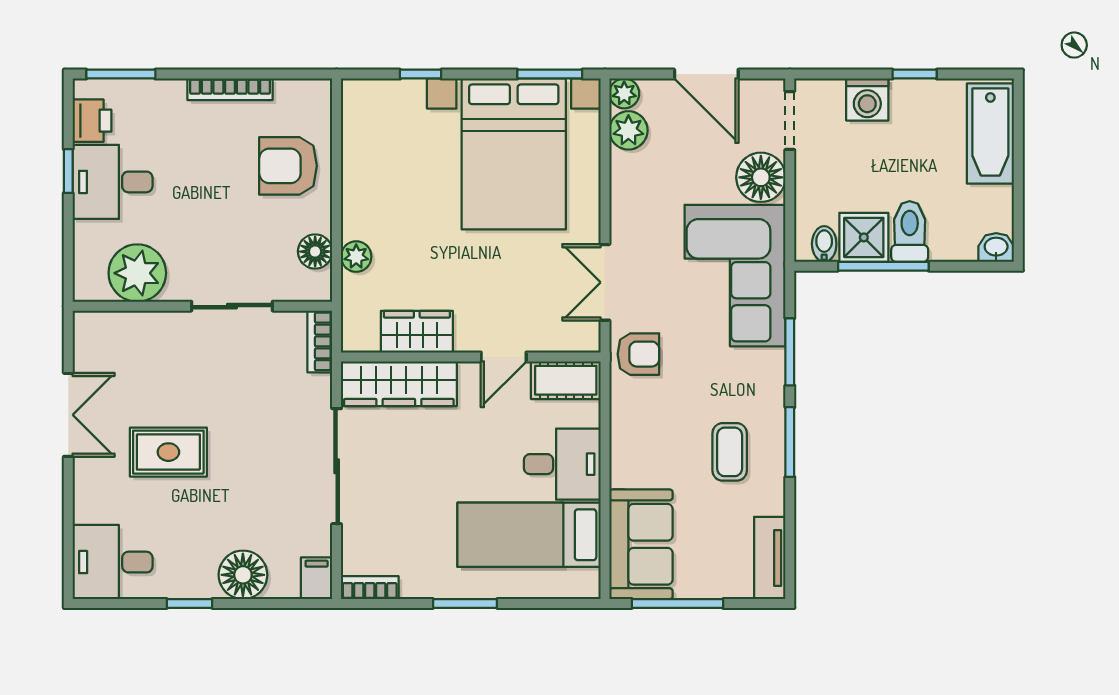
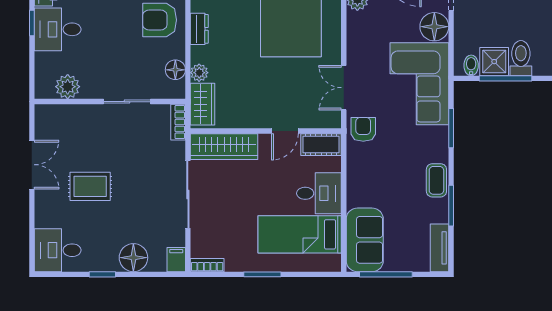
dresser: (356, 181) -> (199, 29), added
plant: (137, 273) -> (68, 87), width x0.73, depth x0.73
wardrobe: (417, 332) -> (202, 104), moved, turned 90
armchair: (638, 354) -> (363, 129), turned -90
window: (790, 442) -> (451, 206), moved
coffee table: (730, 452) -> (436, 180), moved

